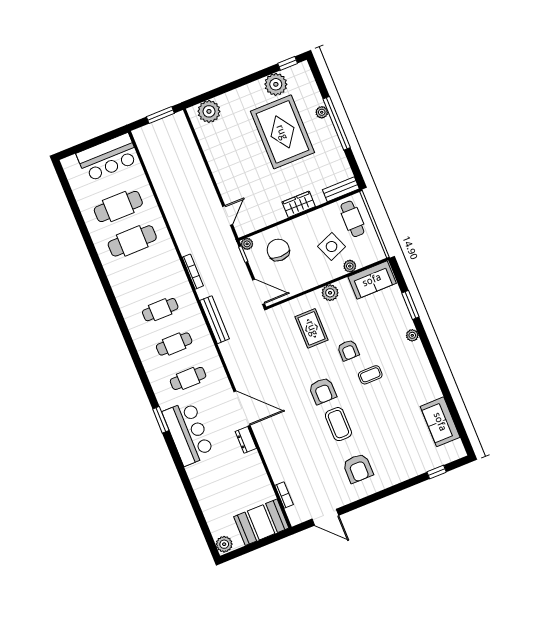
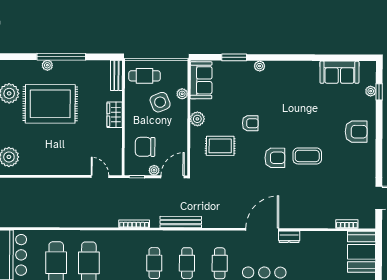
plant: (247, 244) -> (154, 170), moved
coffee table: (370, 375) -> (278, 113), removed
plant: (434, 463) -> (371, 91), added
armchair: (358, 468) -> (356, 132), moved

